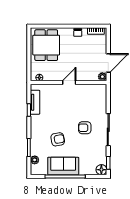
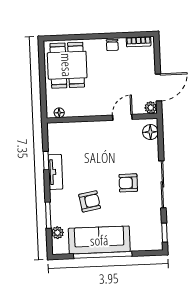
door: (69, 83) -> (122, 117), moved
tv unit: (35, 102) -> (55, 172), moved
sofa: (63, 166) -> (99, 240), width x1.36
floor lamp: (101, 170) -> (150, 132), moved

